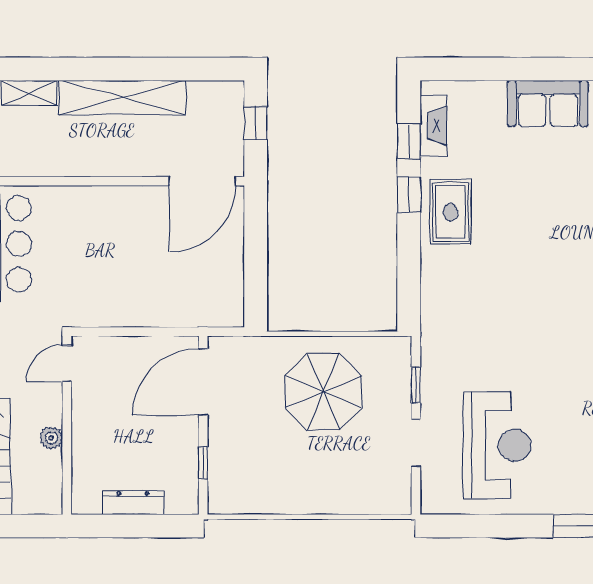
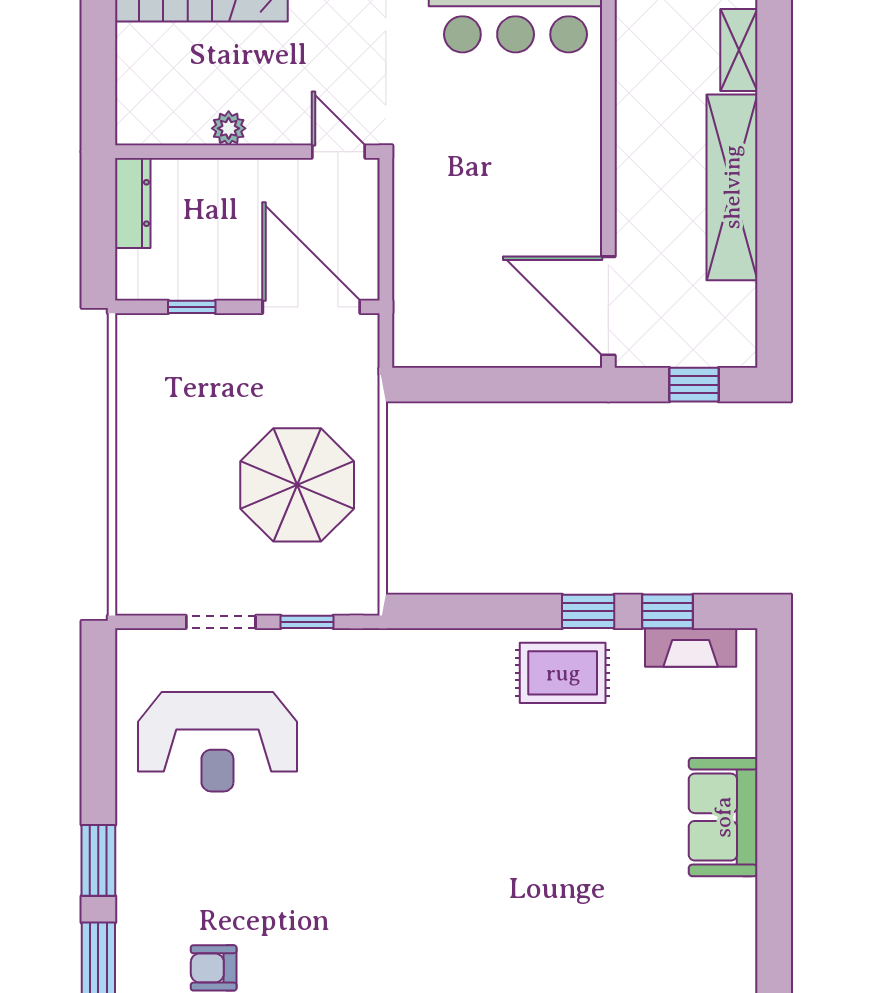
door: (67, 364) -> (339, 152), moved
wall: (67, 425) -> (247, 152), moved
plant: (51, 438) -> (229, 128), moved

